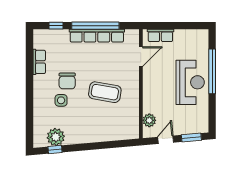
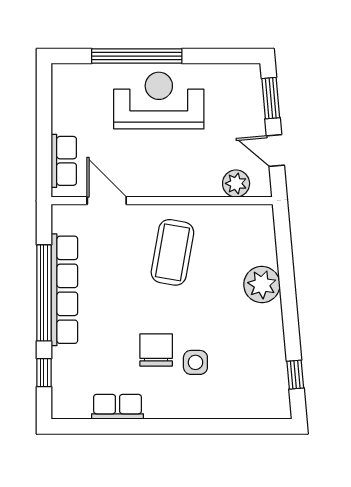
chair: (67, 81) -> (156, 350), turned -90
coffee table: (105, 92) -> (172, 252), moved
plant: (56, 137) -> (262, 285), moved

